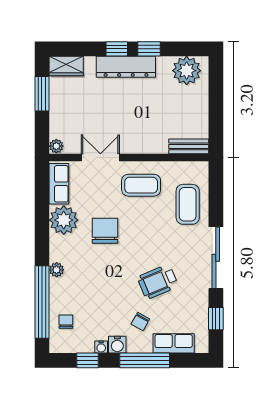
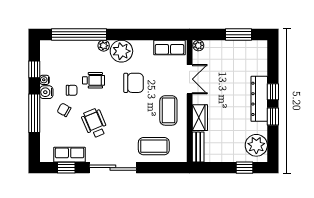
wardrobe: (66, 66) -> (200, 118), moved, turned 180
window: (216, 86) -> (244, 168), added
plant: (64, 220) -> (121, 51), moved
wheelchair: (102, 283) -> (94, 80), added
chair: (66, 322) -> (72, 90), moved
row of seats: (174, 343) -> (70, 155), moved, turned -90

